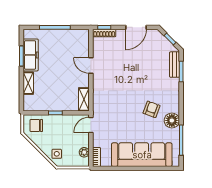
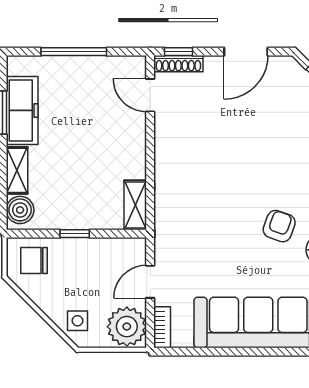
door: (91, 65) -> (150, 95), moved
boiler: (30, 102) -> (20, 210), added
door: (91, 125) -> (150, 282), moved
plant: (84, 152) -> (127, 327), width x1.88, depth x1.88

